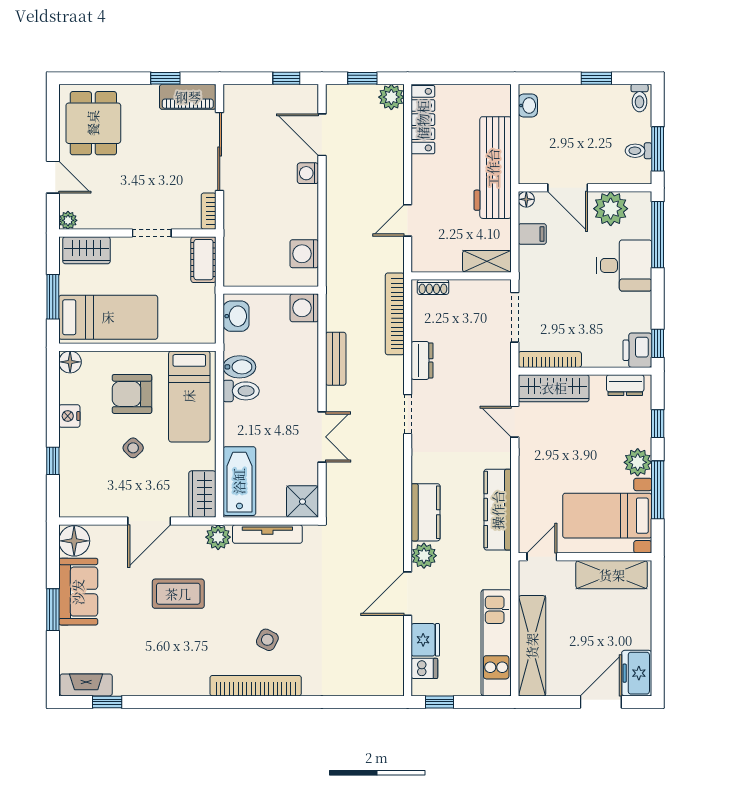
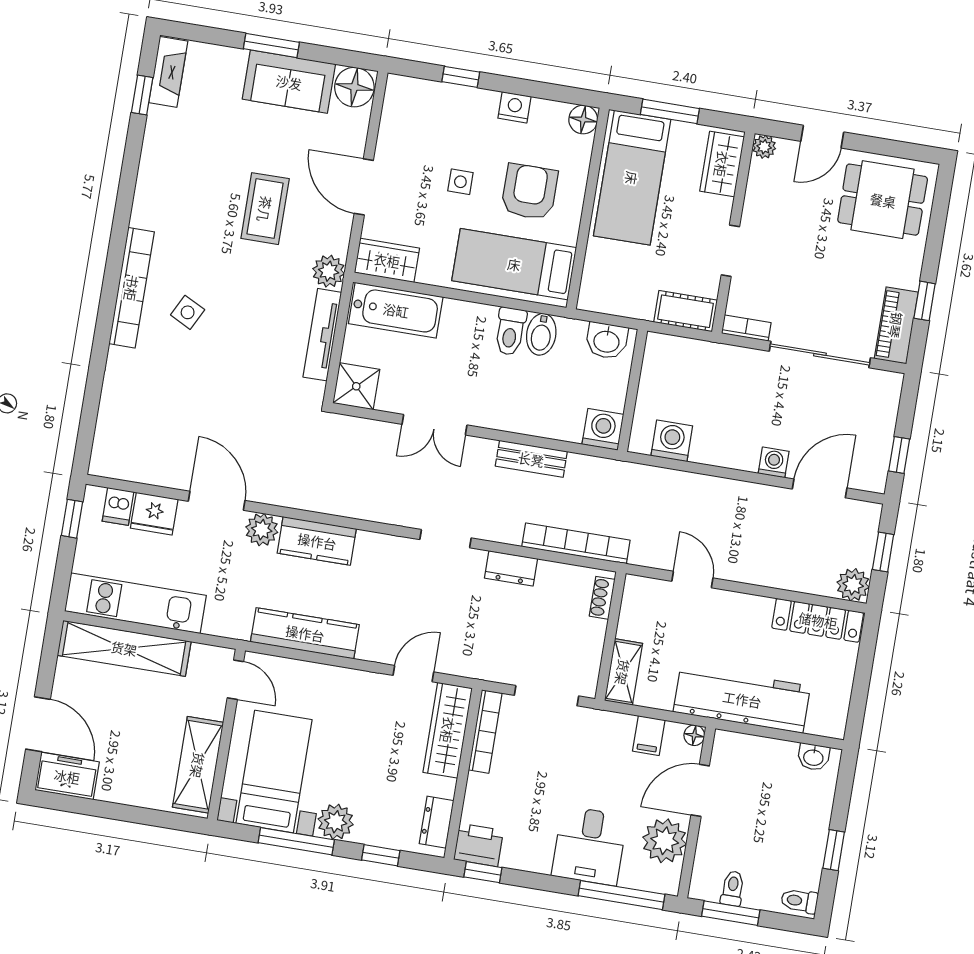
side table: (133, 448) -> (460, 182), turned 45

